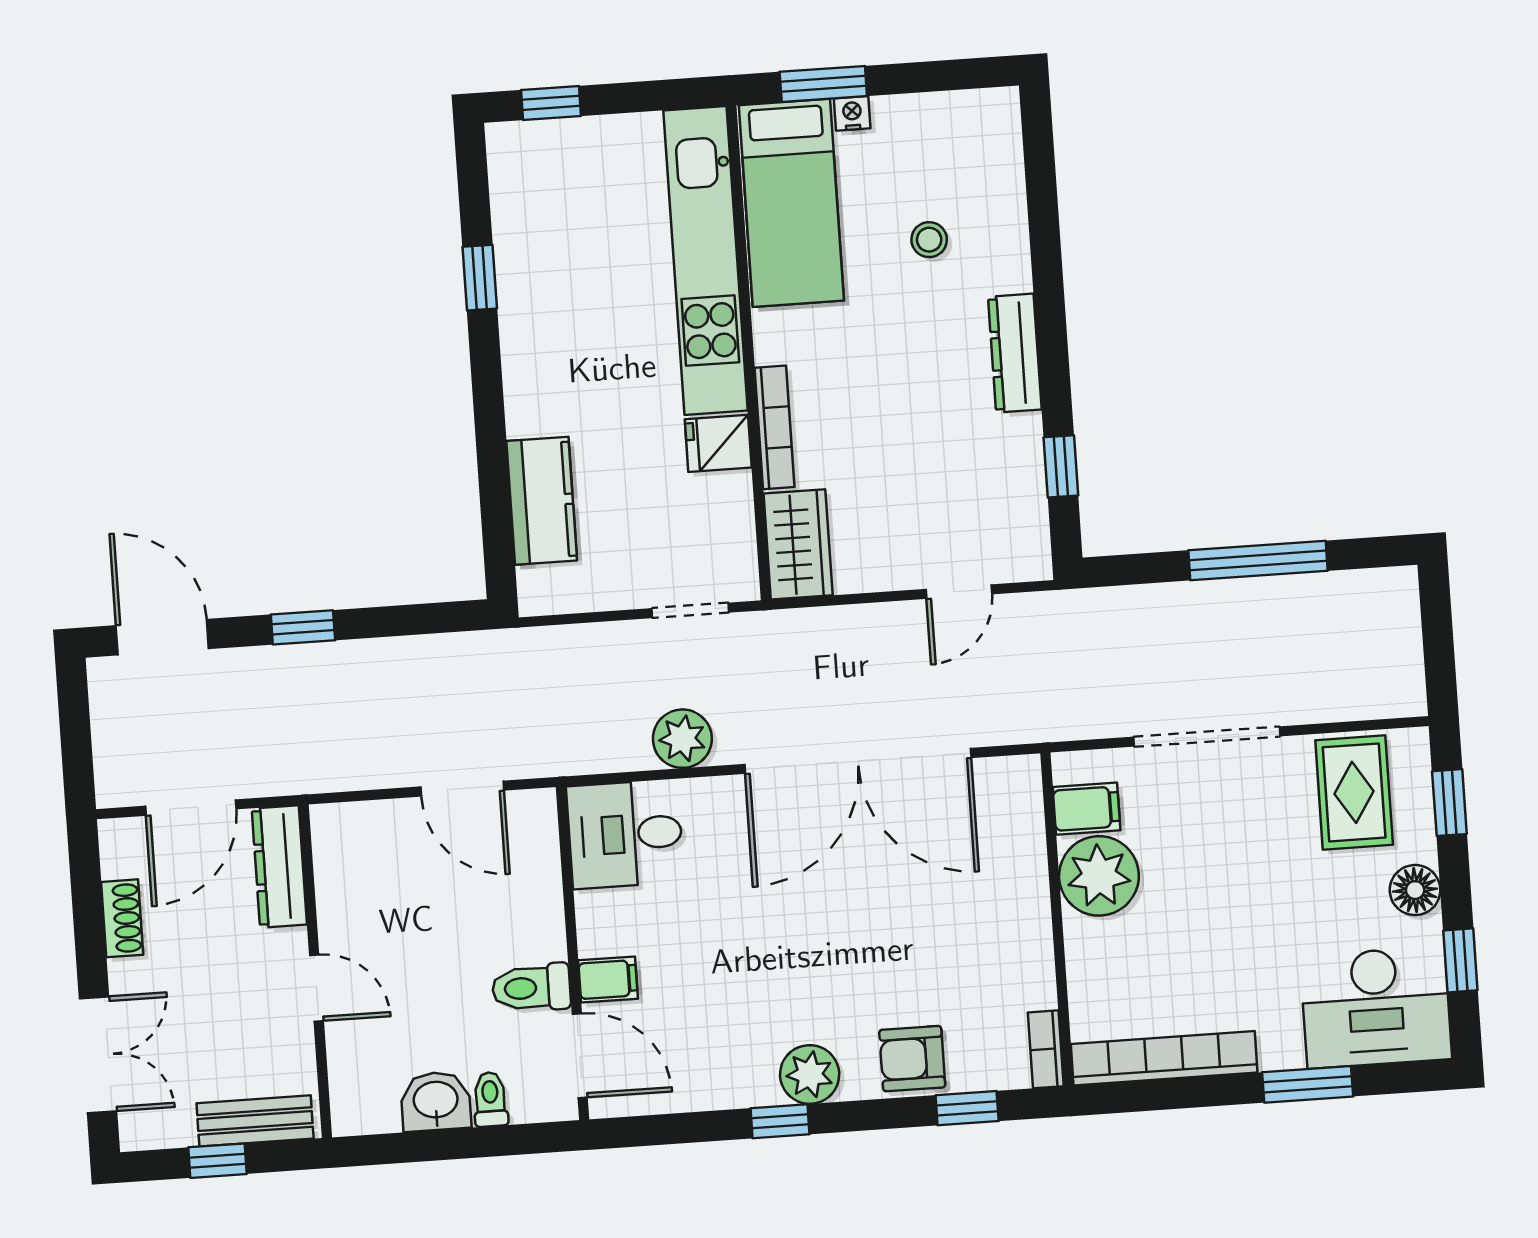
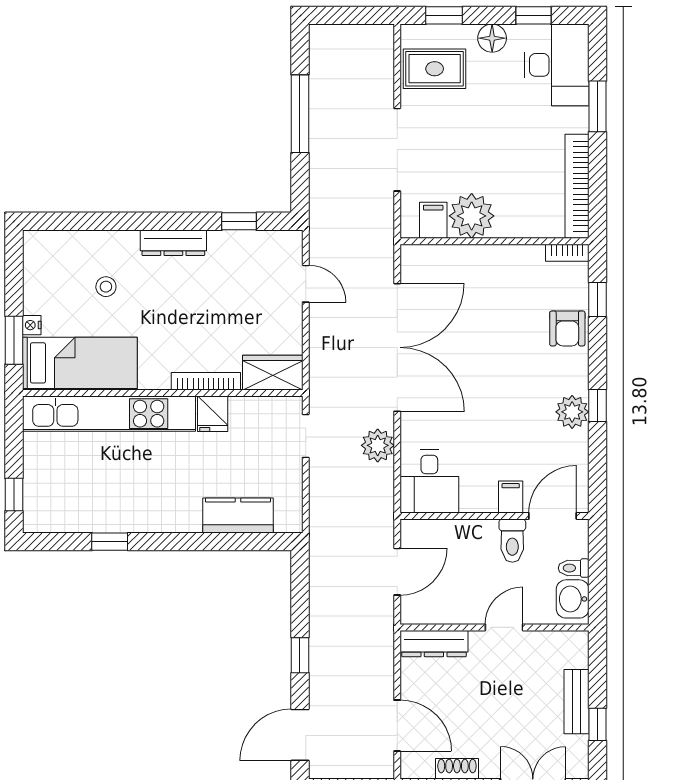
dresser: (279, 867) -> (434, 644), moved
wall: (315, 971) -> (494, 627), moved
door: (316, 988) -> (504, 627), moved
plant: (810, 1074) -> (572, 412), moved

